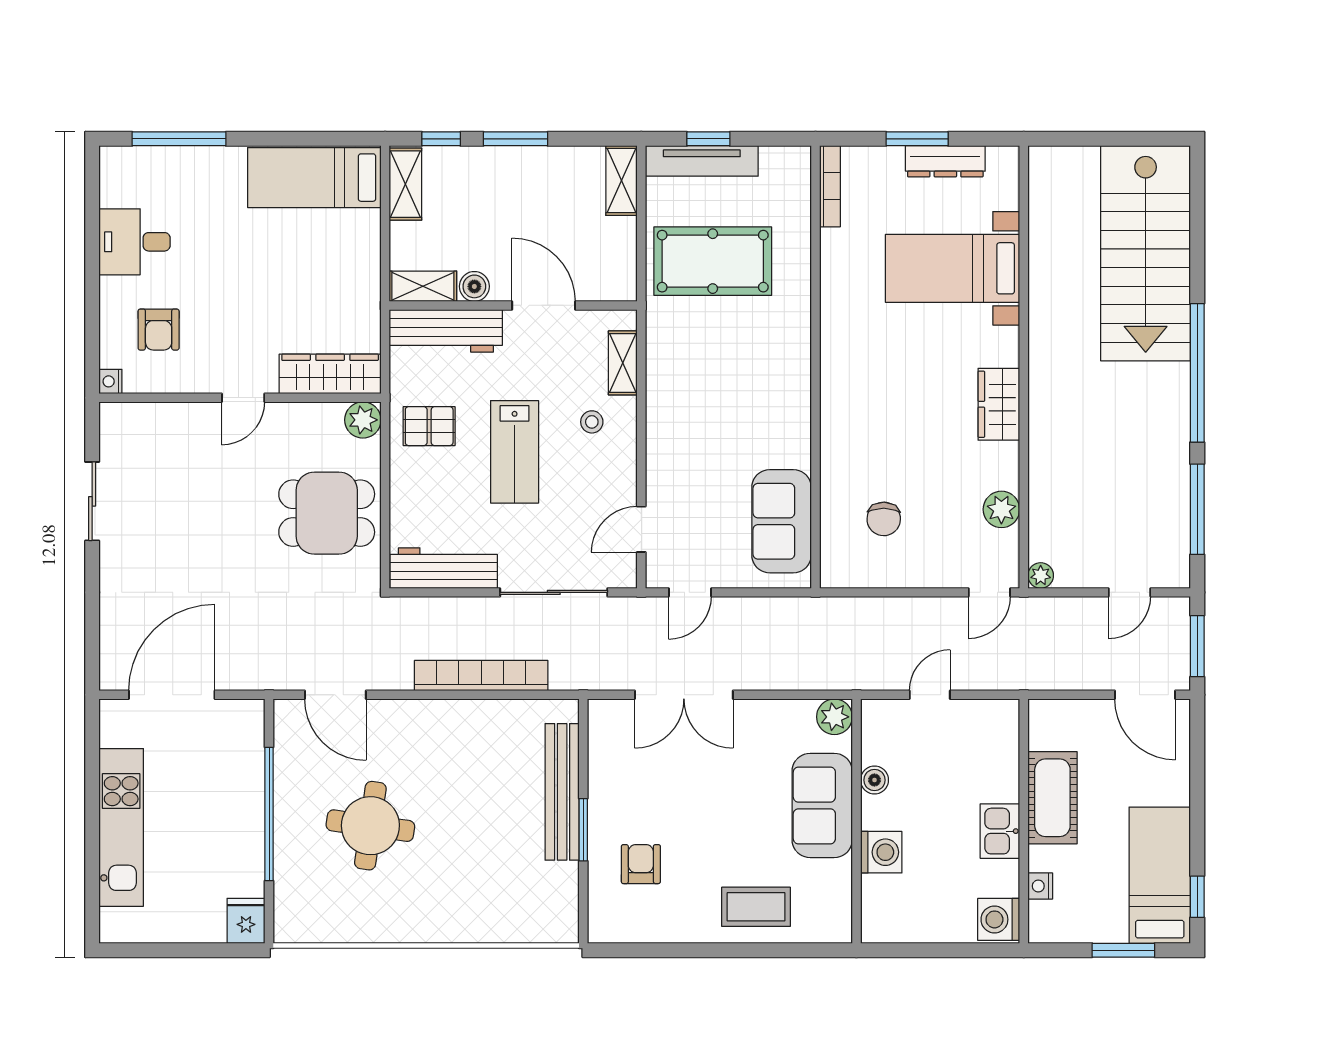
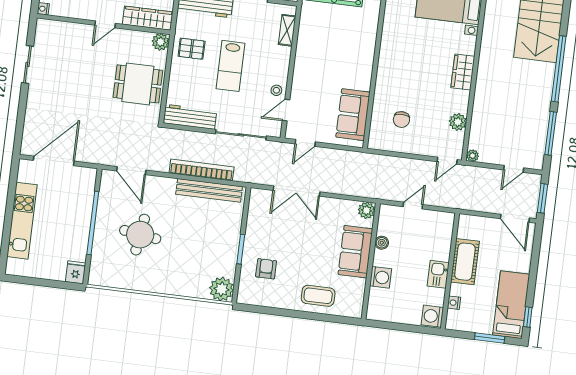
stool: (592, 422) -> (276, 90), moved
bench: (562, 792) -> (209, 190), moved, turned 90
plant: (554, 918) -> (222, 289), added

